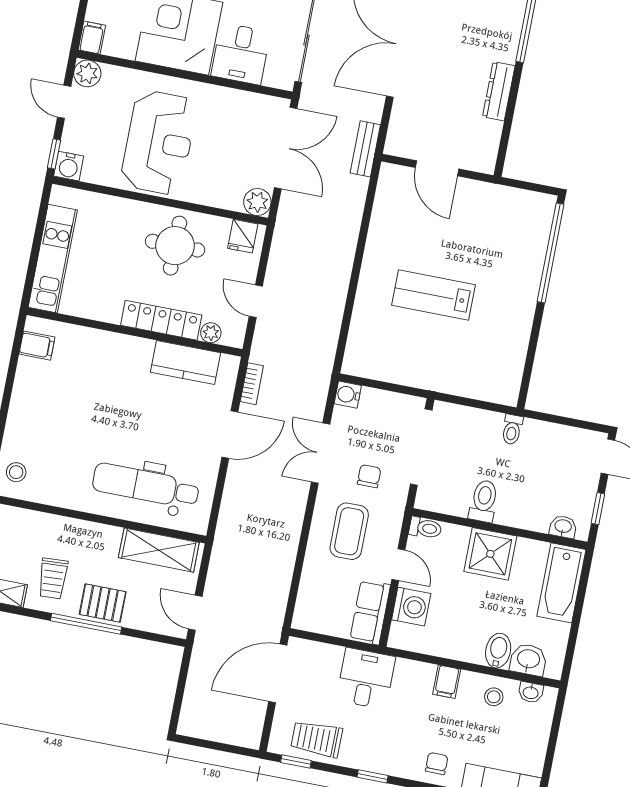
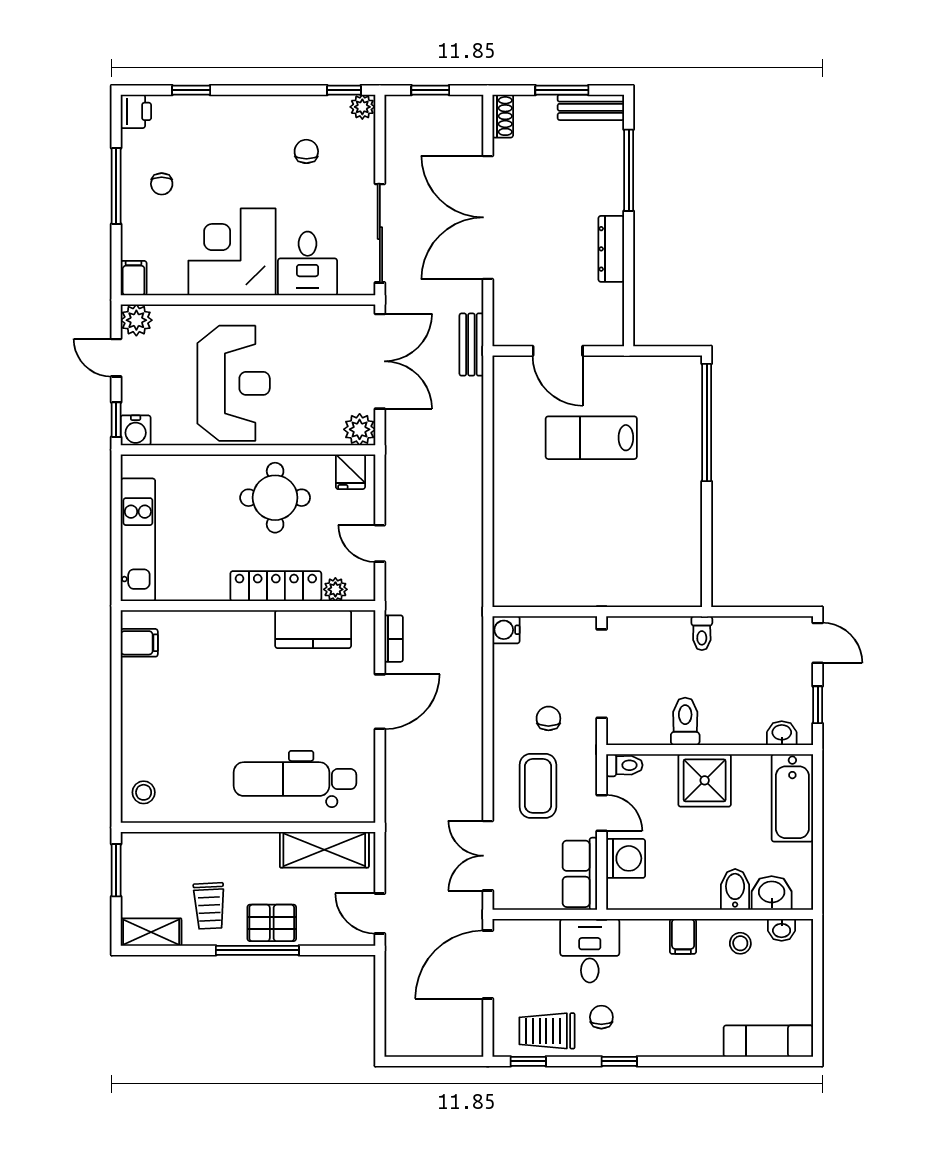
lab bench: (433, 295) -> (591, 438), moved
double door: (321, 453) -> (488, 856), moved
chair: (437, 763) -> (601, 1017), moved

